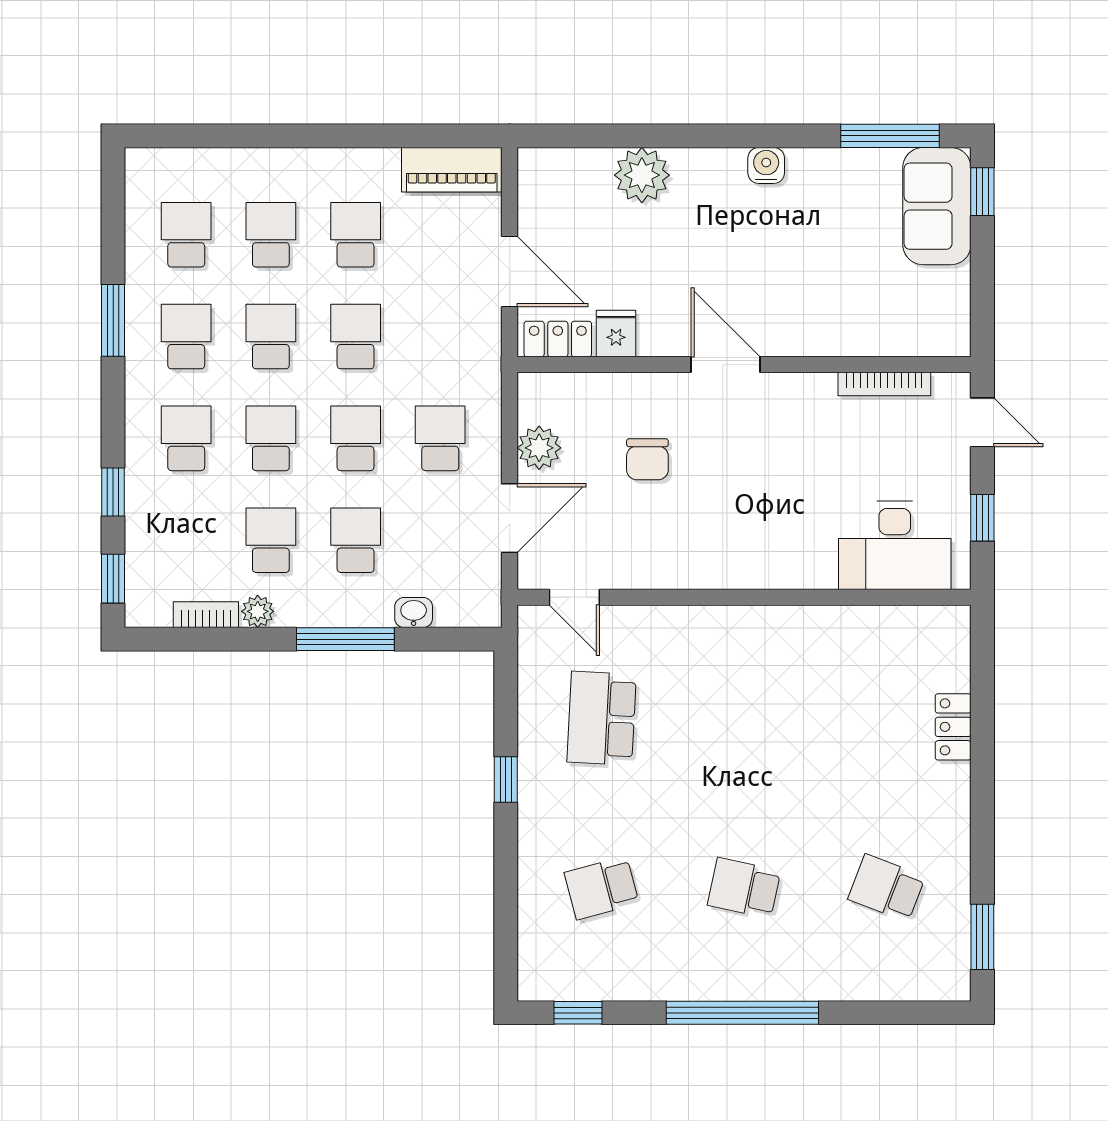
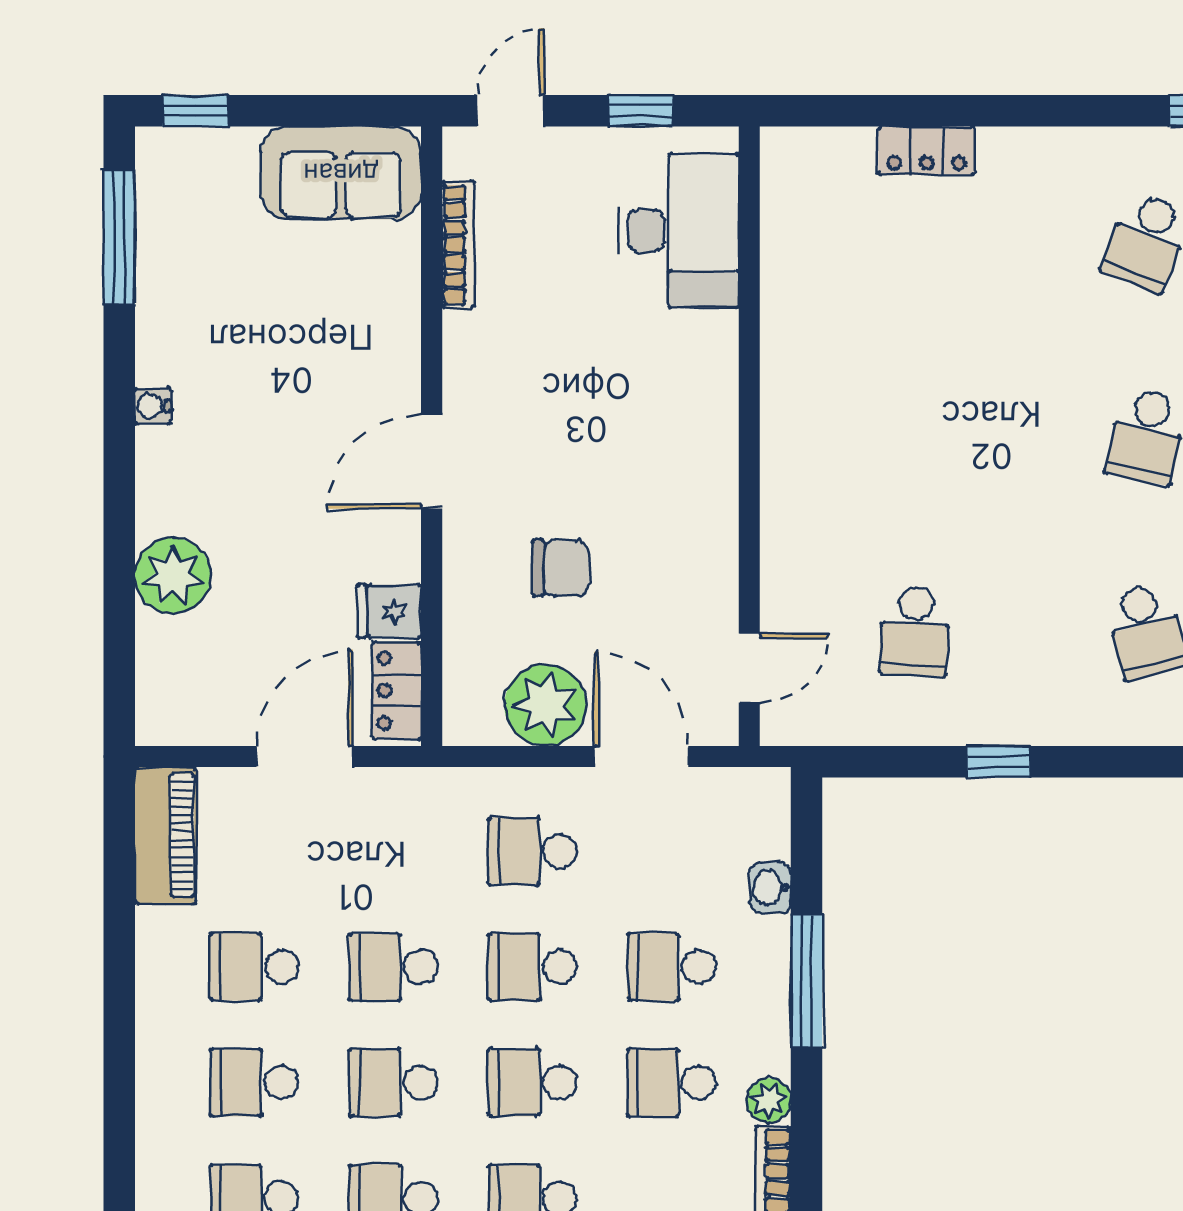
water cooler: (766, 165) -> (153, 406), width x0.72, depth x0.72
sofa: (937, 206) -> (341, 173), moved
plant: (539, 448) -> (545, 705), width x1.36, depth x1.36
school desk: (602, 718) -> (915, 631), width x0.54

